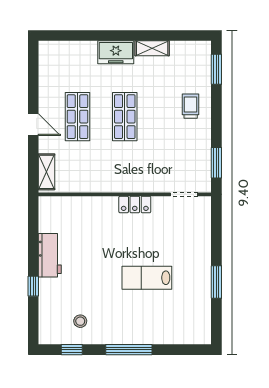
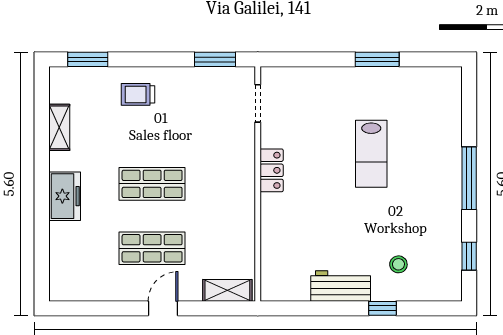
shelving: (152, 48) -> (59, 127), moved
stool: (80, 321) -> (398, 264), moved

